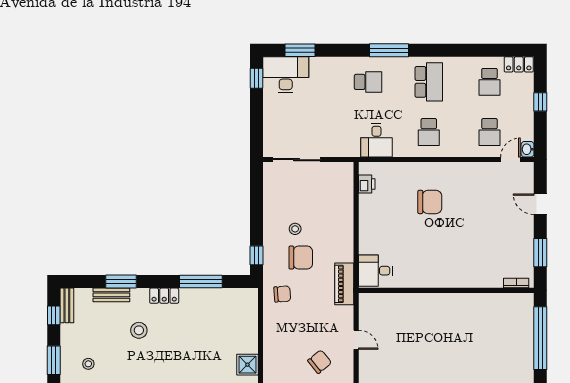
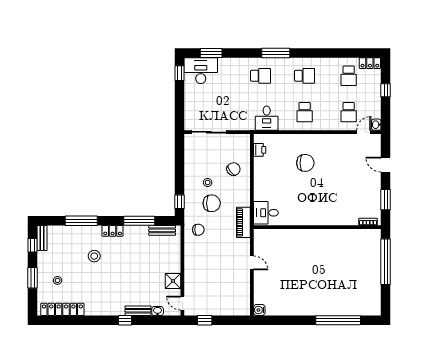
school desk: (429, 82) -> (305, 76), width x0.54
window: (121, 282) -> (81, 221), width x1.44
bench: (111, 295) -> (162, 230), moved
chair: (320, 362) -> (233, 169), moved

